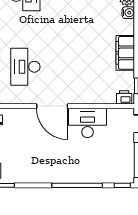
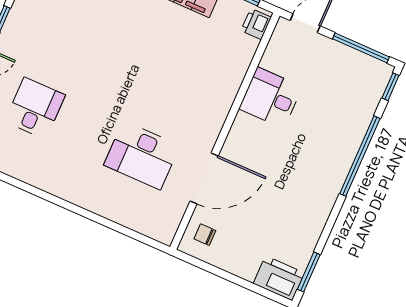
door: (52, 106) -> (204, 178), moved
desk: (87, 123) -> (271, 98), width x0.73

